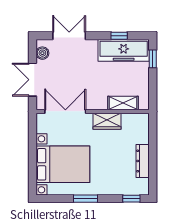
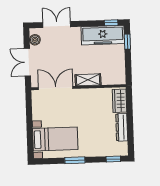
window: (119, 36) -> (111, 23), moved
shelving: (123, 103) -> (88, 80), moved
wardrobe: (107, 121) -> (120, 101), moved, turned 90
bed with nightstands: (63, 164) -> (55, 139), width x0.73

